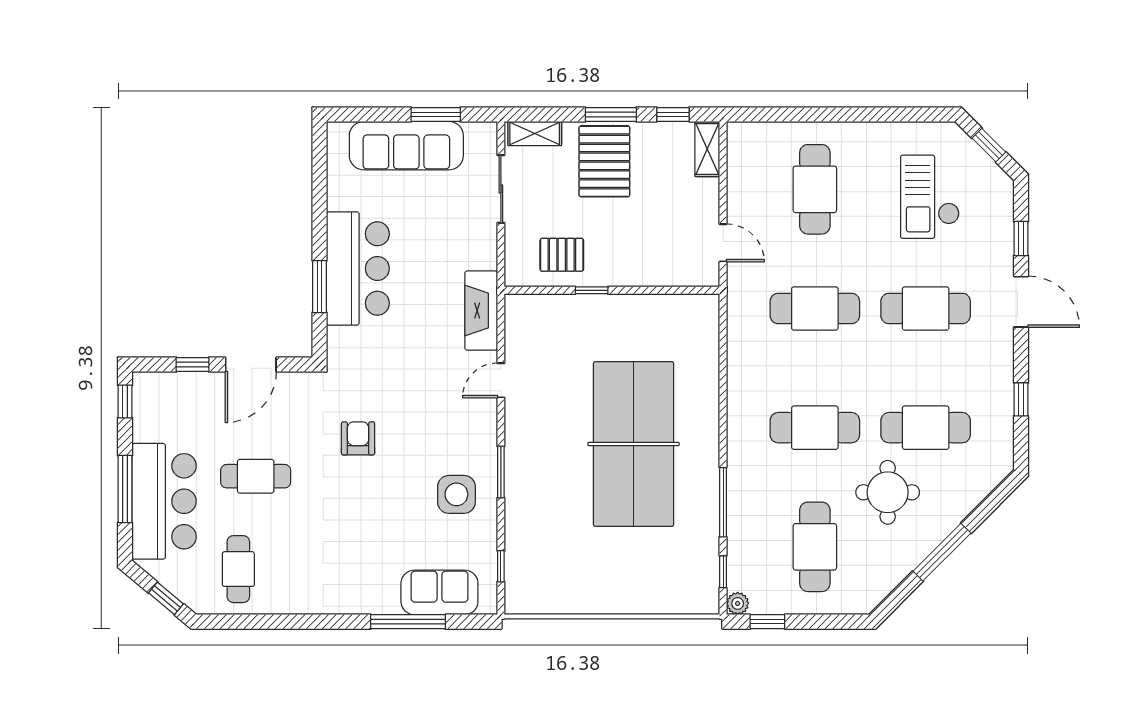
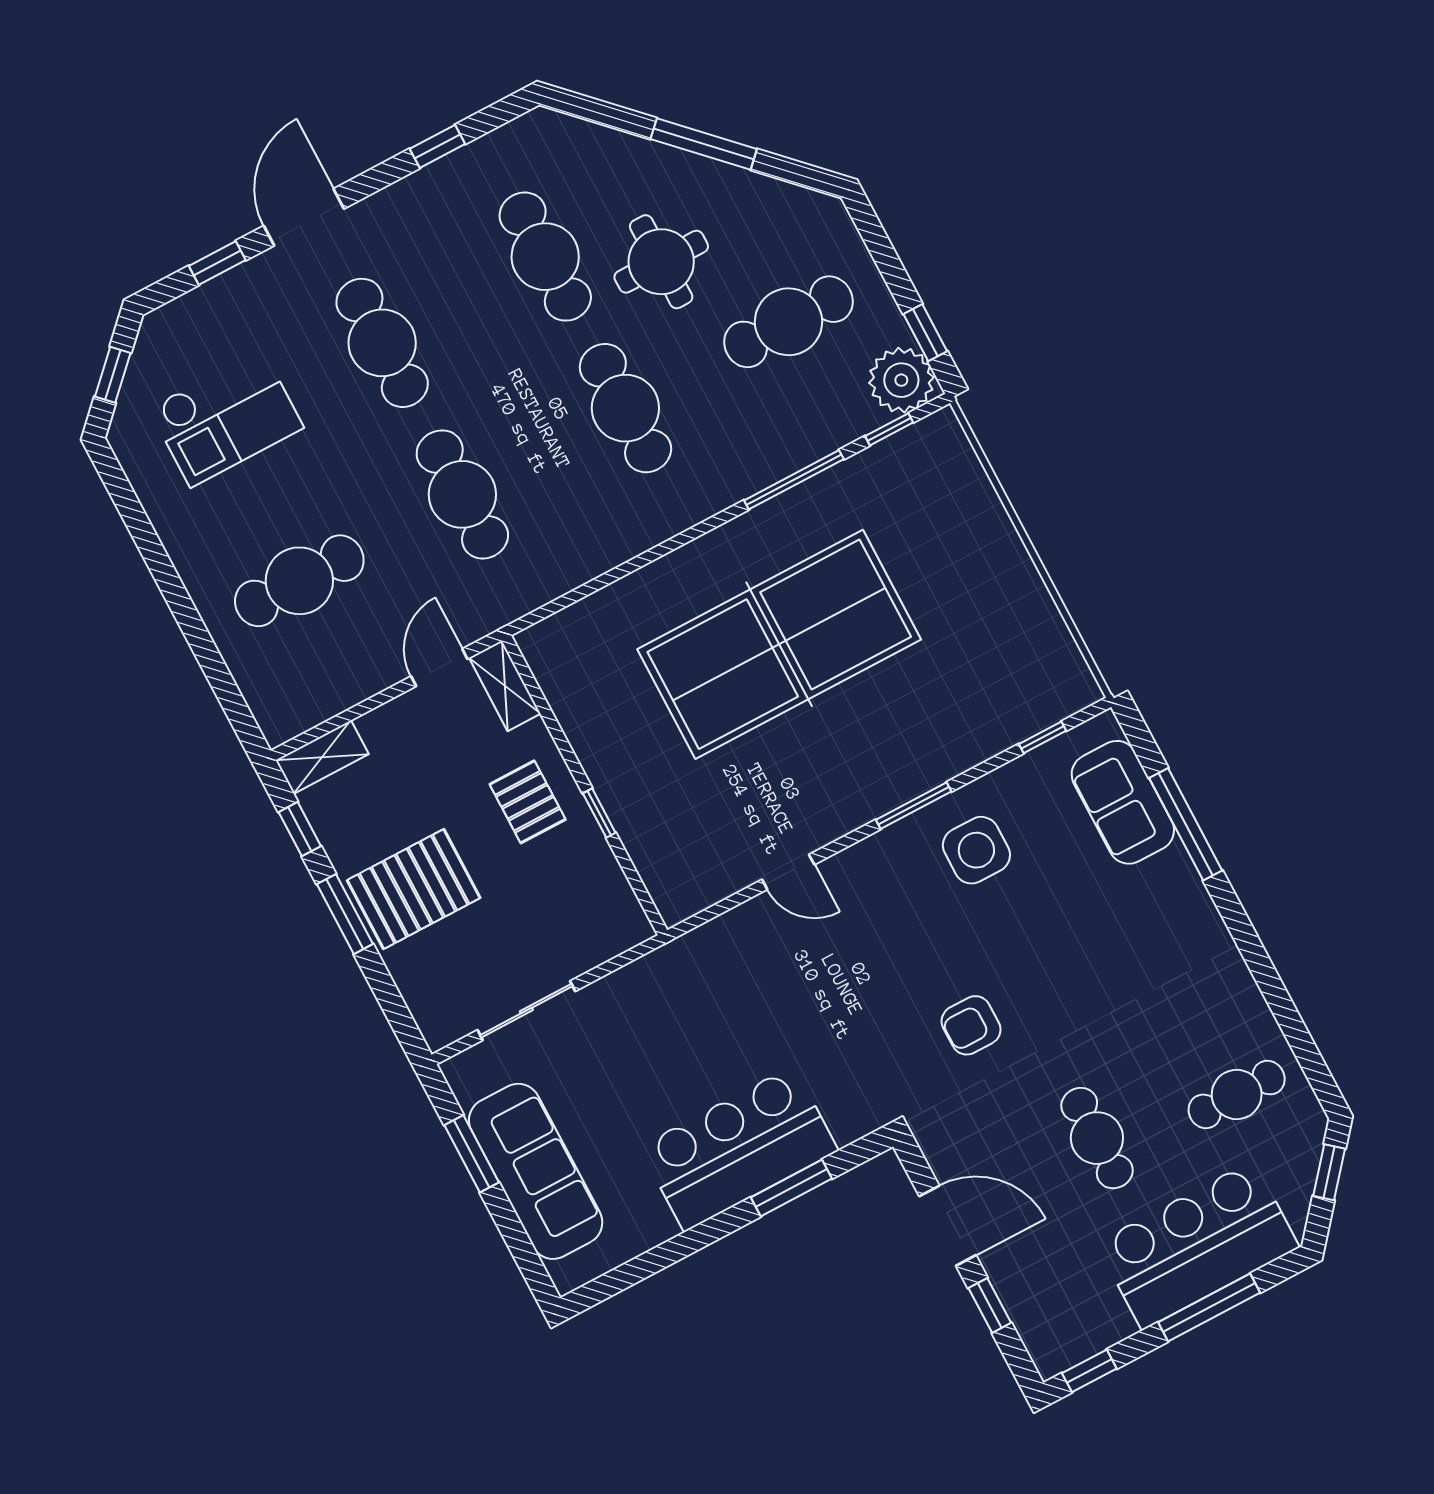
shelving: (535, 134) -> (505, 686), moved
pallet: (562, 255) -> (528, 802), moved
fireplace: (481, 311) -> (707, 949), removed
plant: (738, 603) -> (901, 380), width x1.87, depth x1.87

